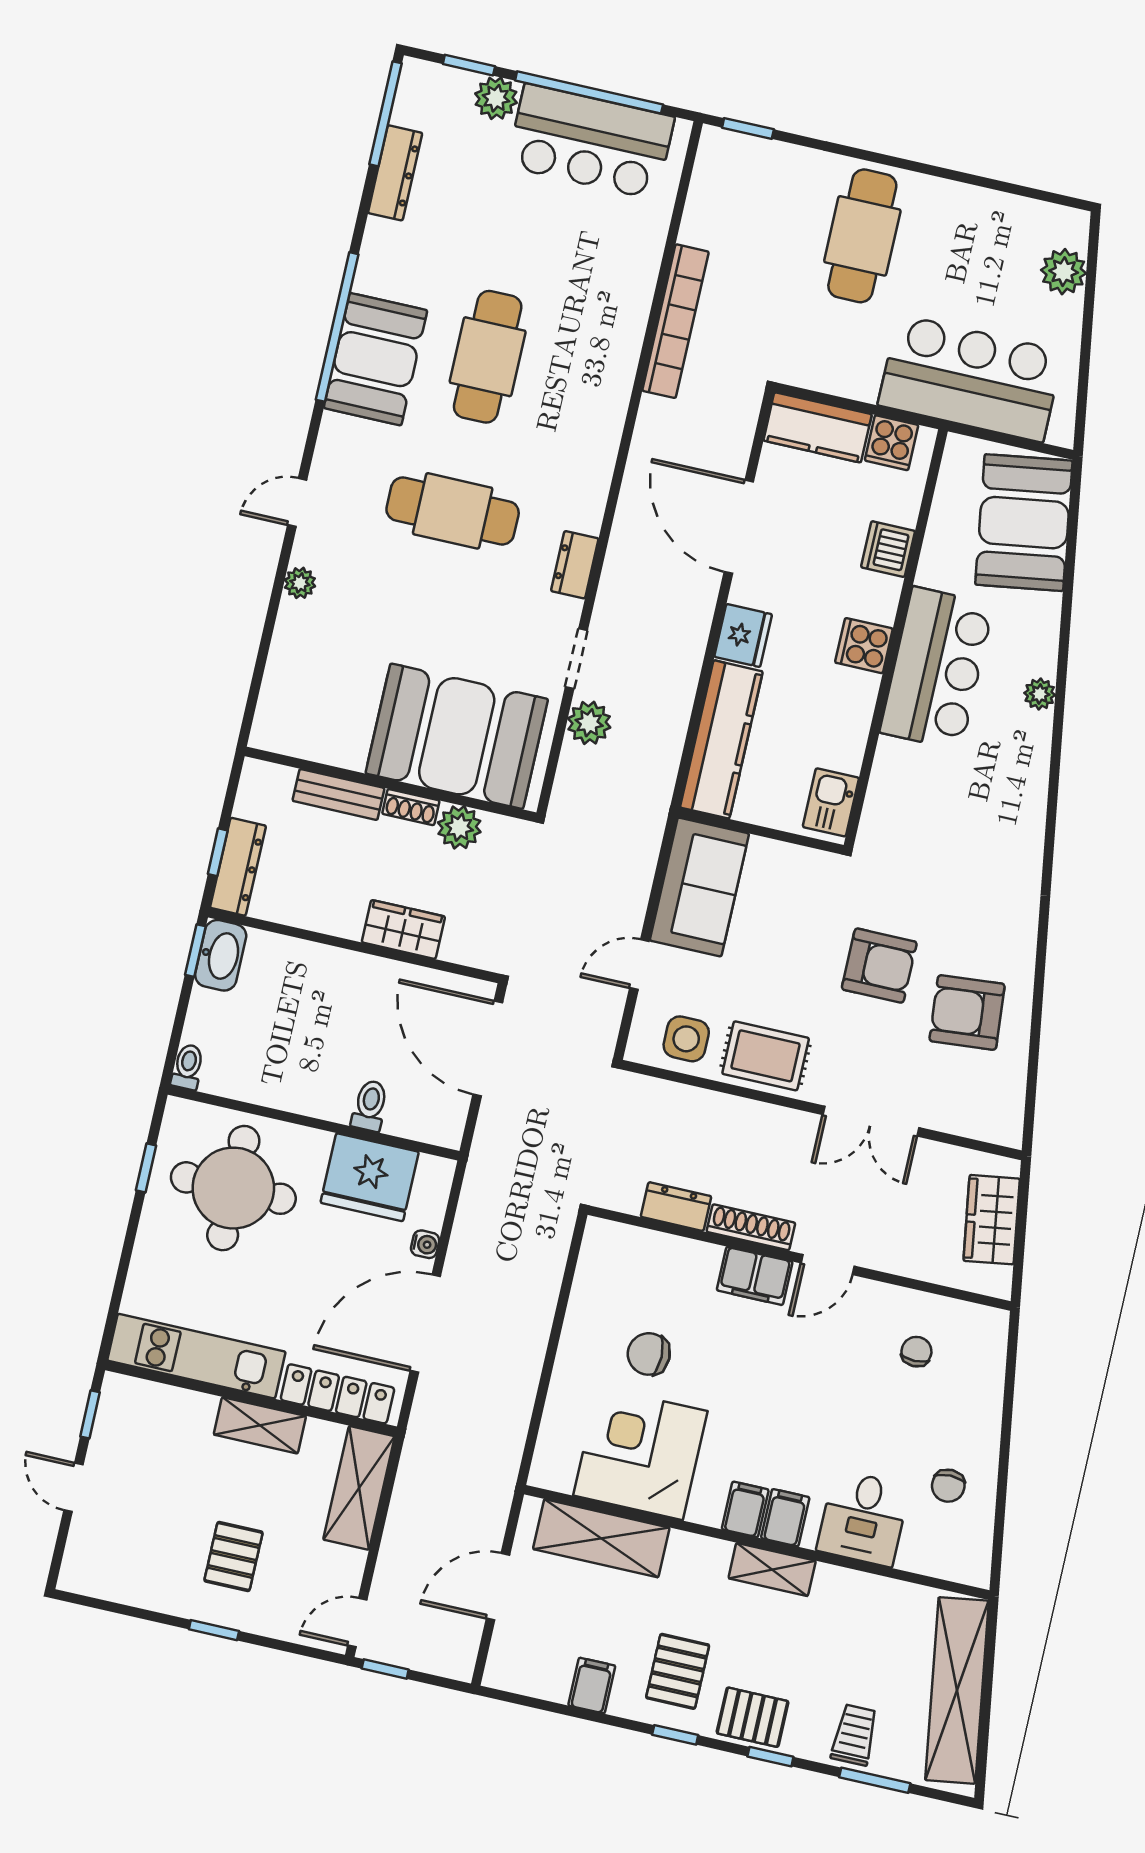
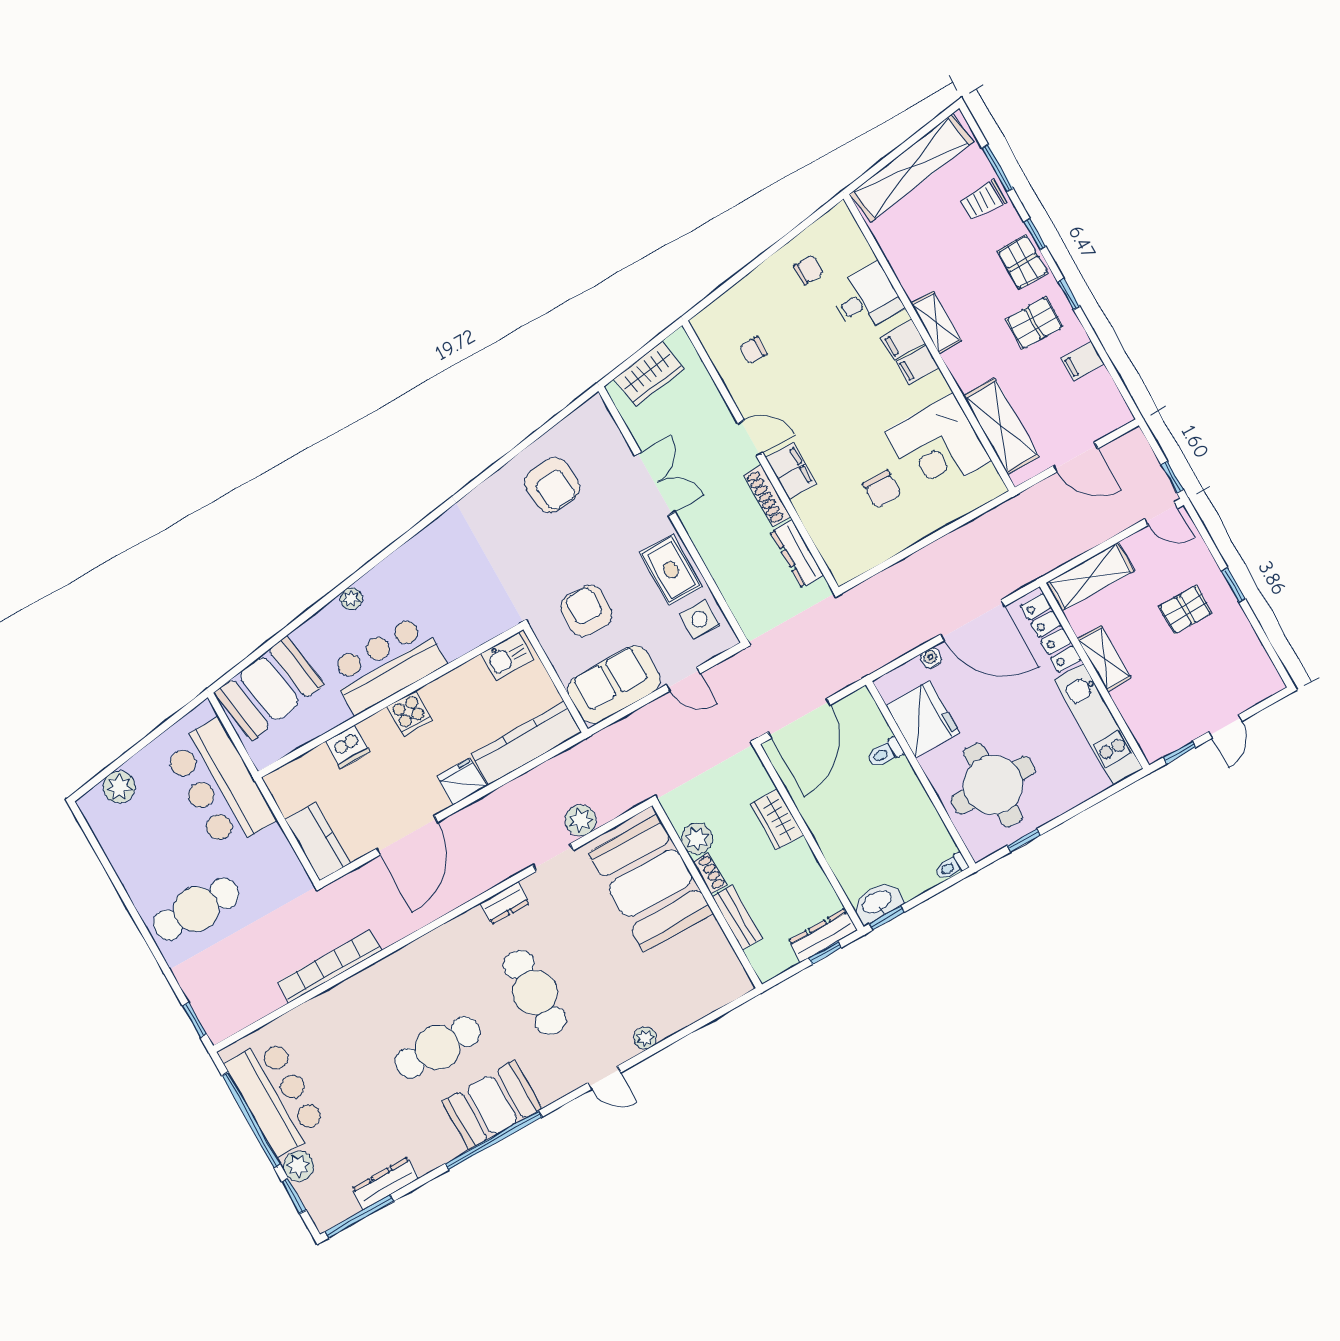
cooker: (892, 443) -> (290, 796), removed
armchair: (879, 966) -> (587, 611), moved
dresser: (676, 1207) -> (797, 554), width x1.44

